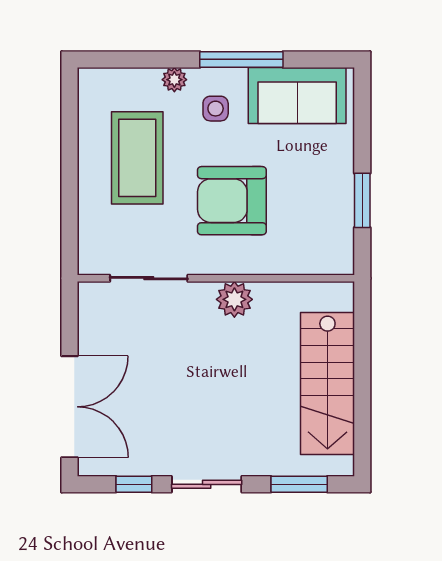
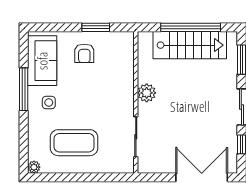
plant: (174, 80) -> (34, 167), moved
armchair: (232, 201) -> (84, 53), moved, width x0.53, depth x0.53
window: (362, 385) -> (191, 27), added

